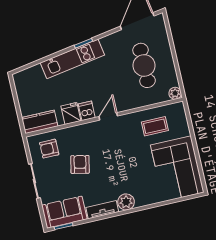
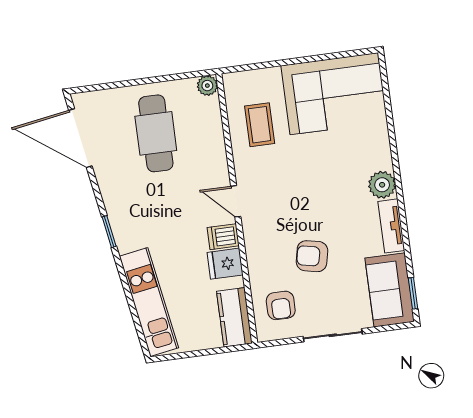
kitchen unit: (72, 59) -> (149, 302), moved
cafe table: (144, 65) -> (156, 133), turned 90

